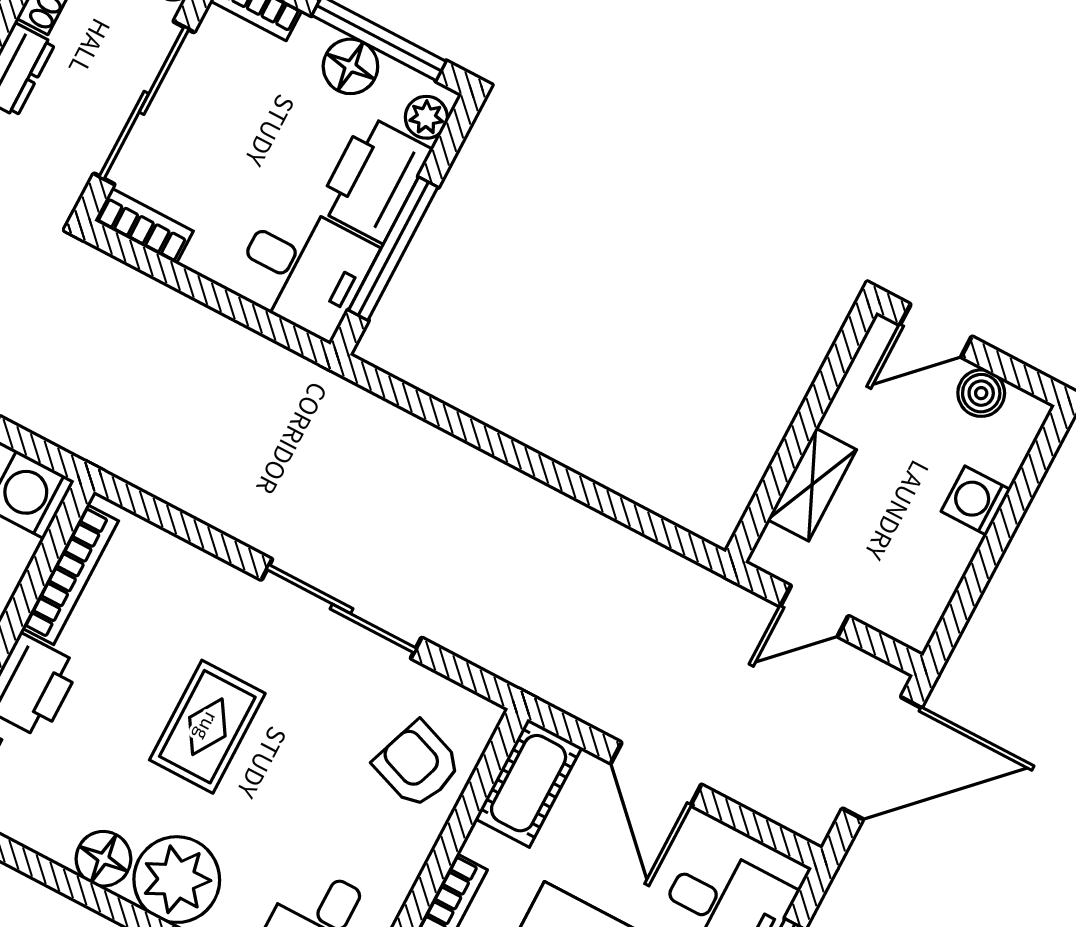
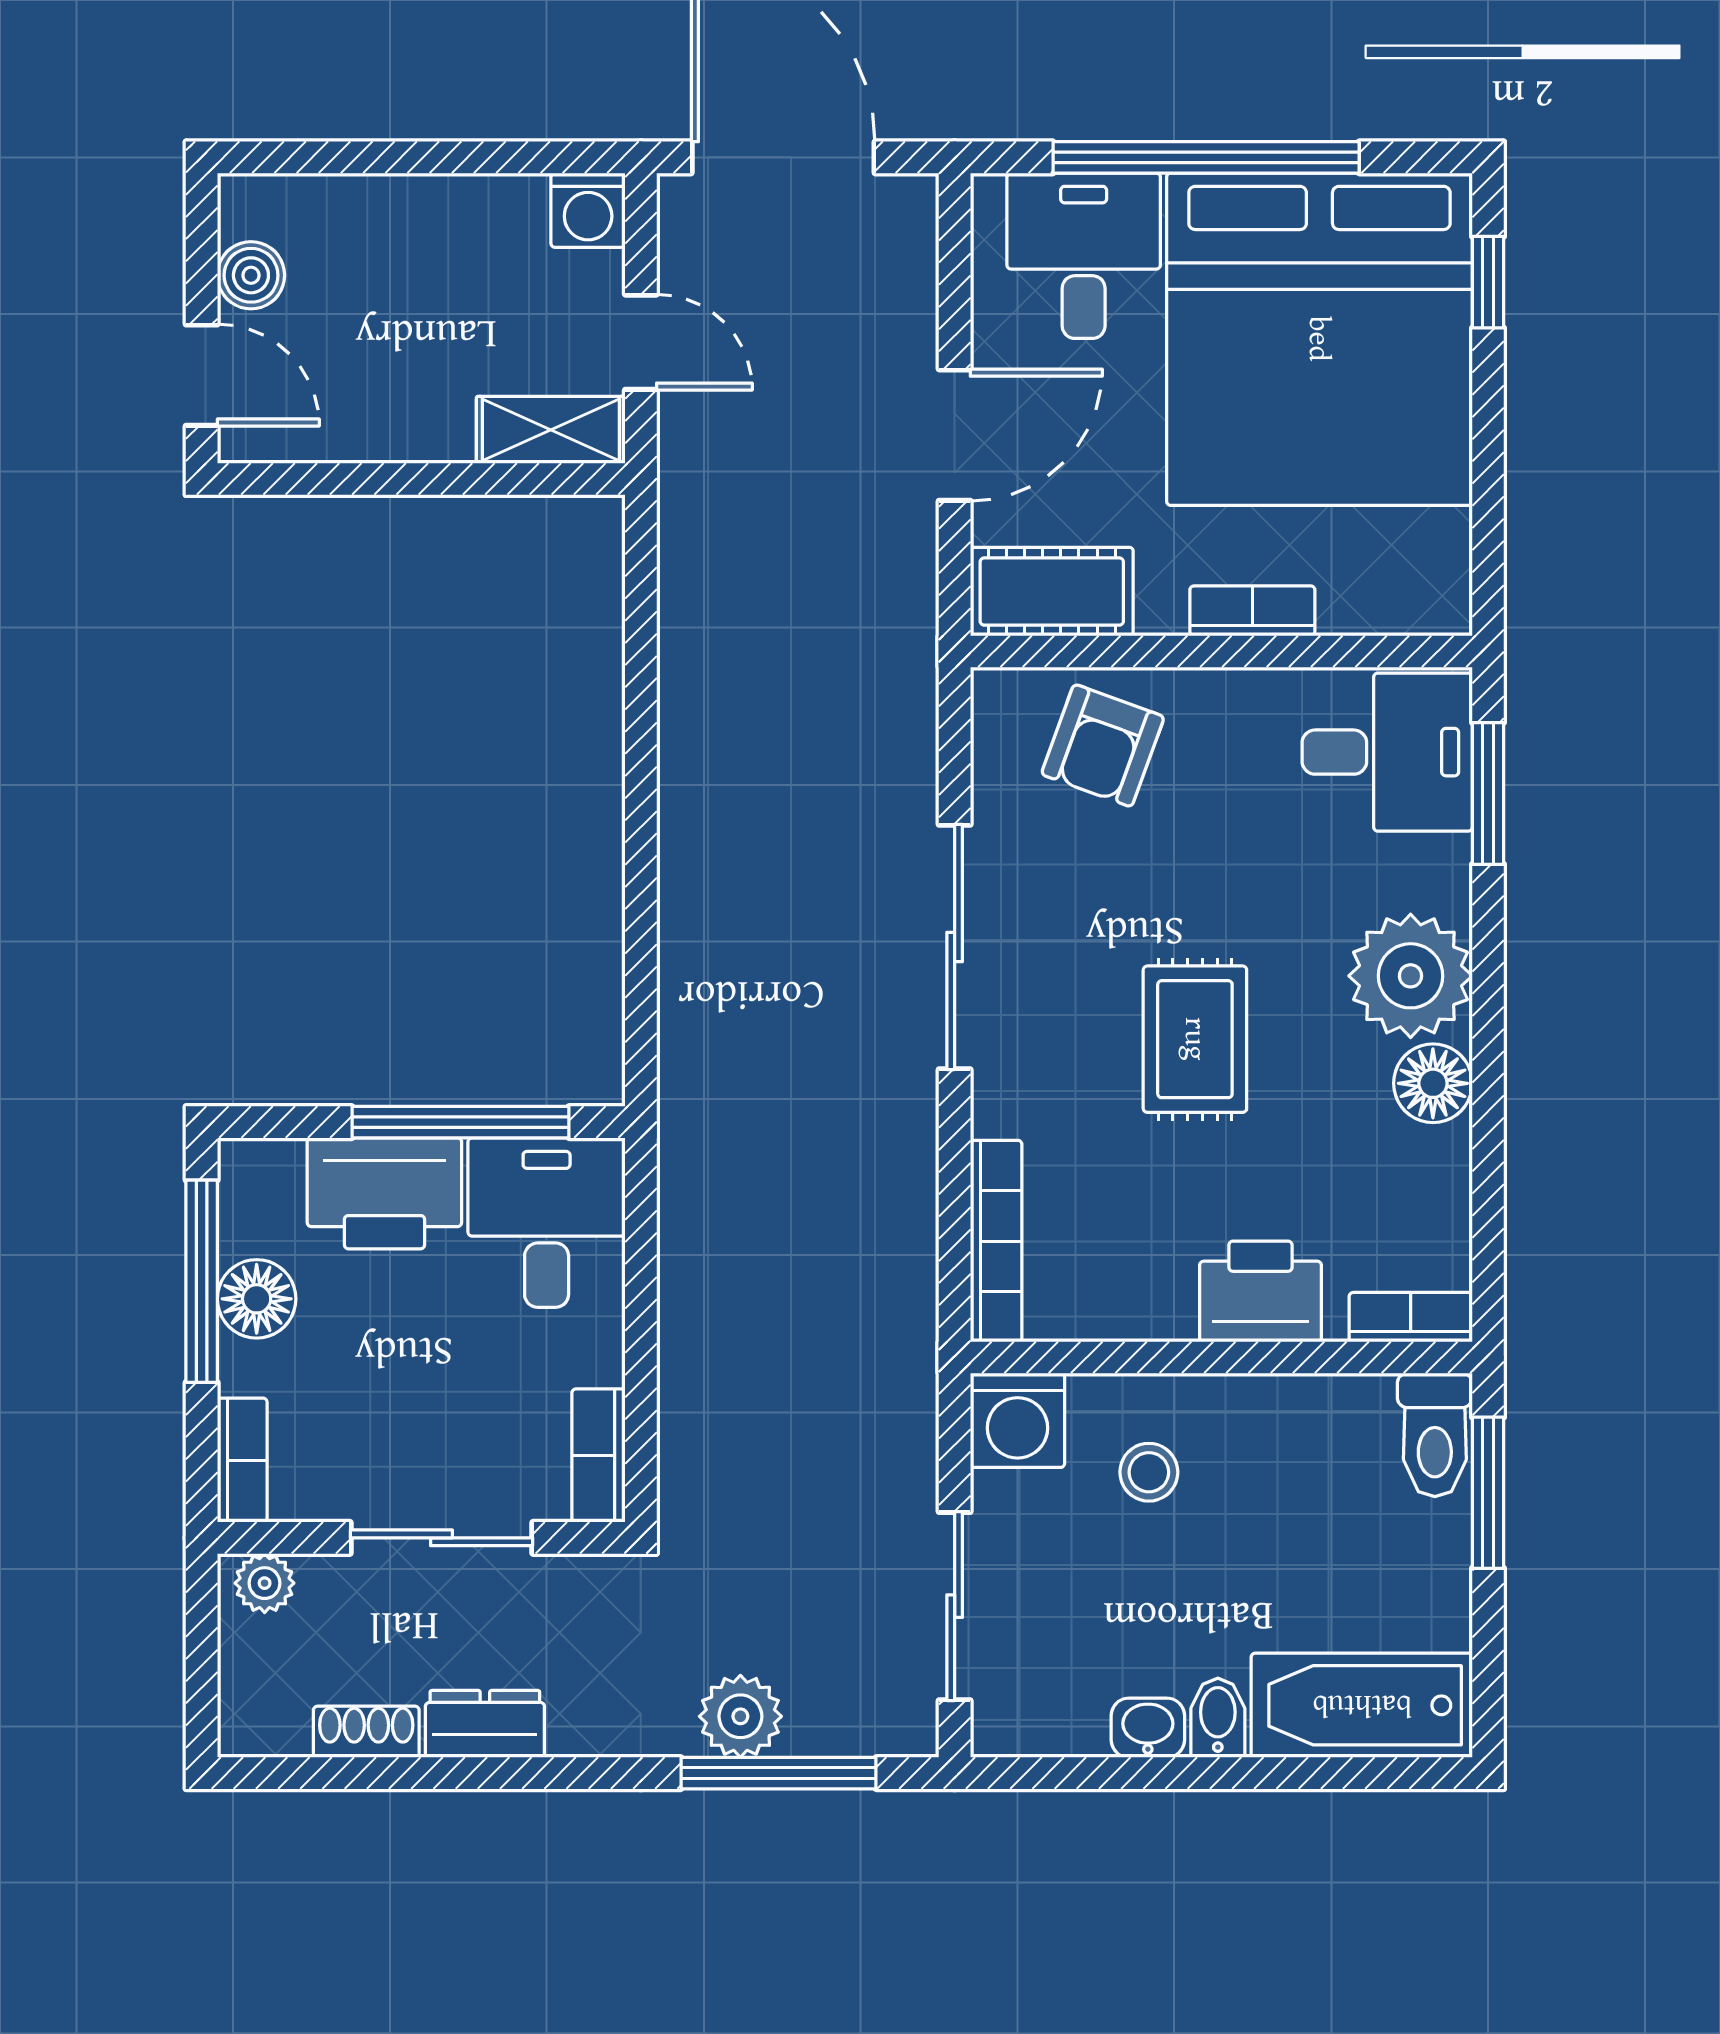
sliding door: (144, 103) -> (441, 1538), width x0.73
plant: (426, 117) -> (271, 1168), removed
shelving: (812, 485) -> (551, 430), moved
washing machine: (976, 501) -> (588, 210), moved
bookcase: (70, 575) -> (996, 1241), moved, turned 90
rug: (207, 727) -> (1195, 1039), turned 90

